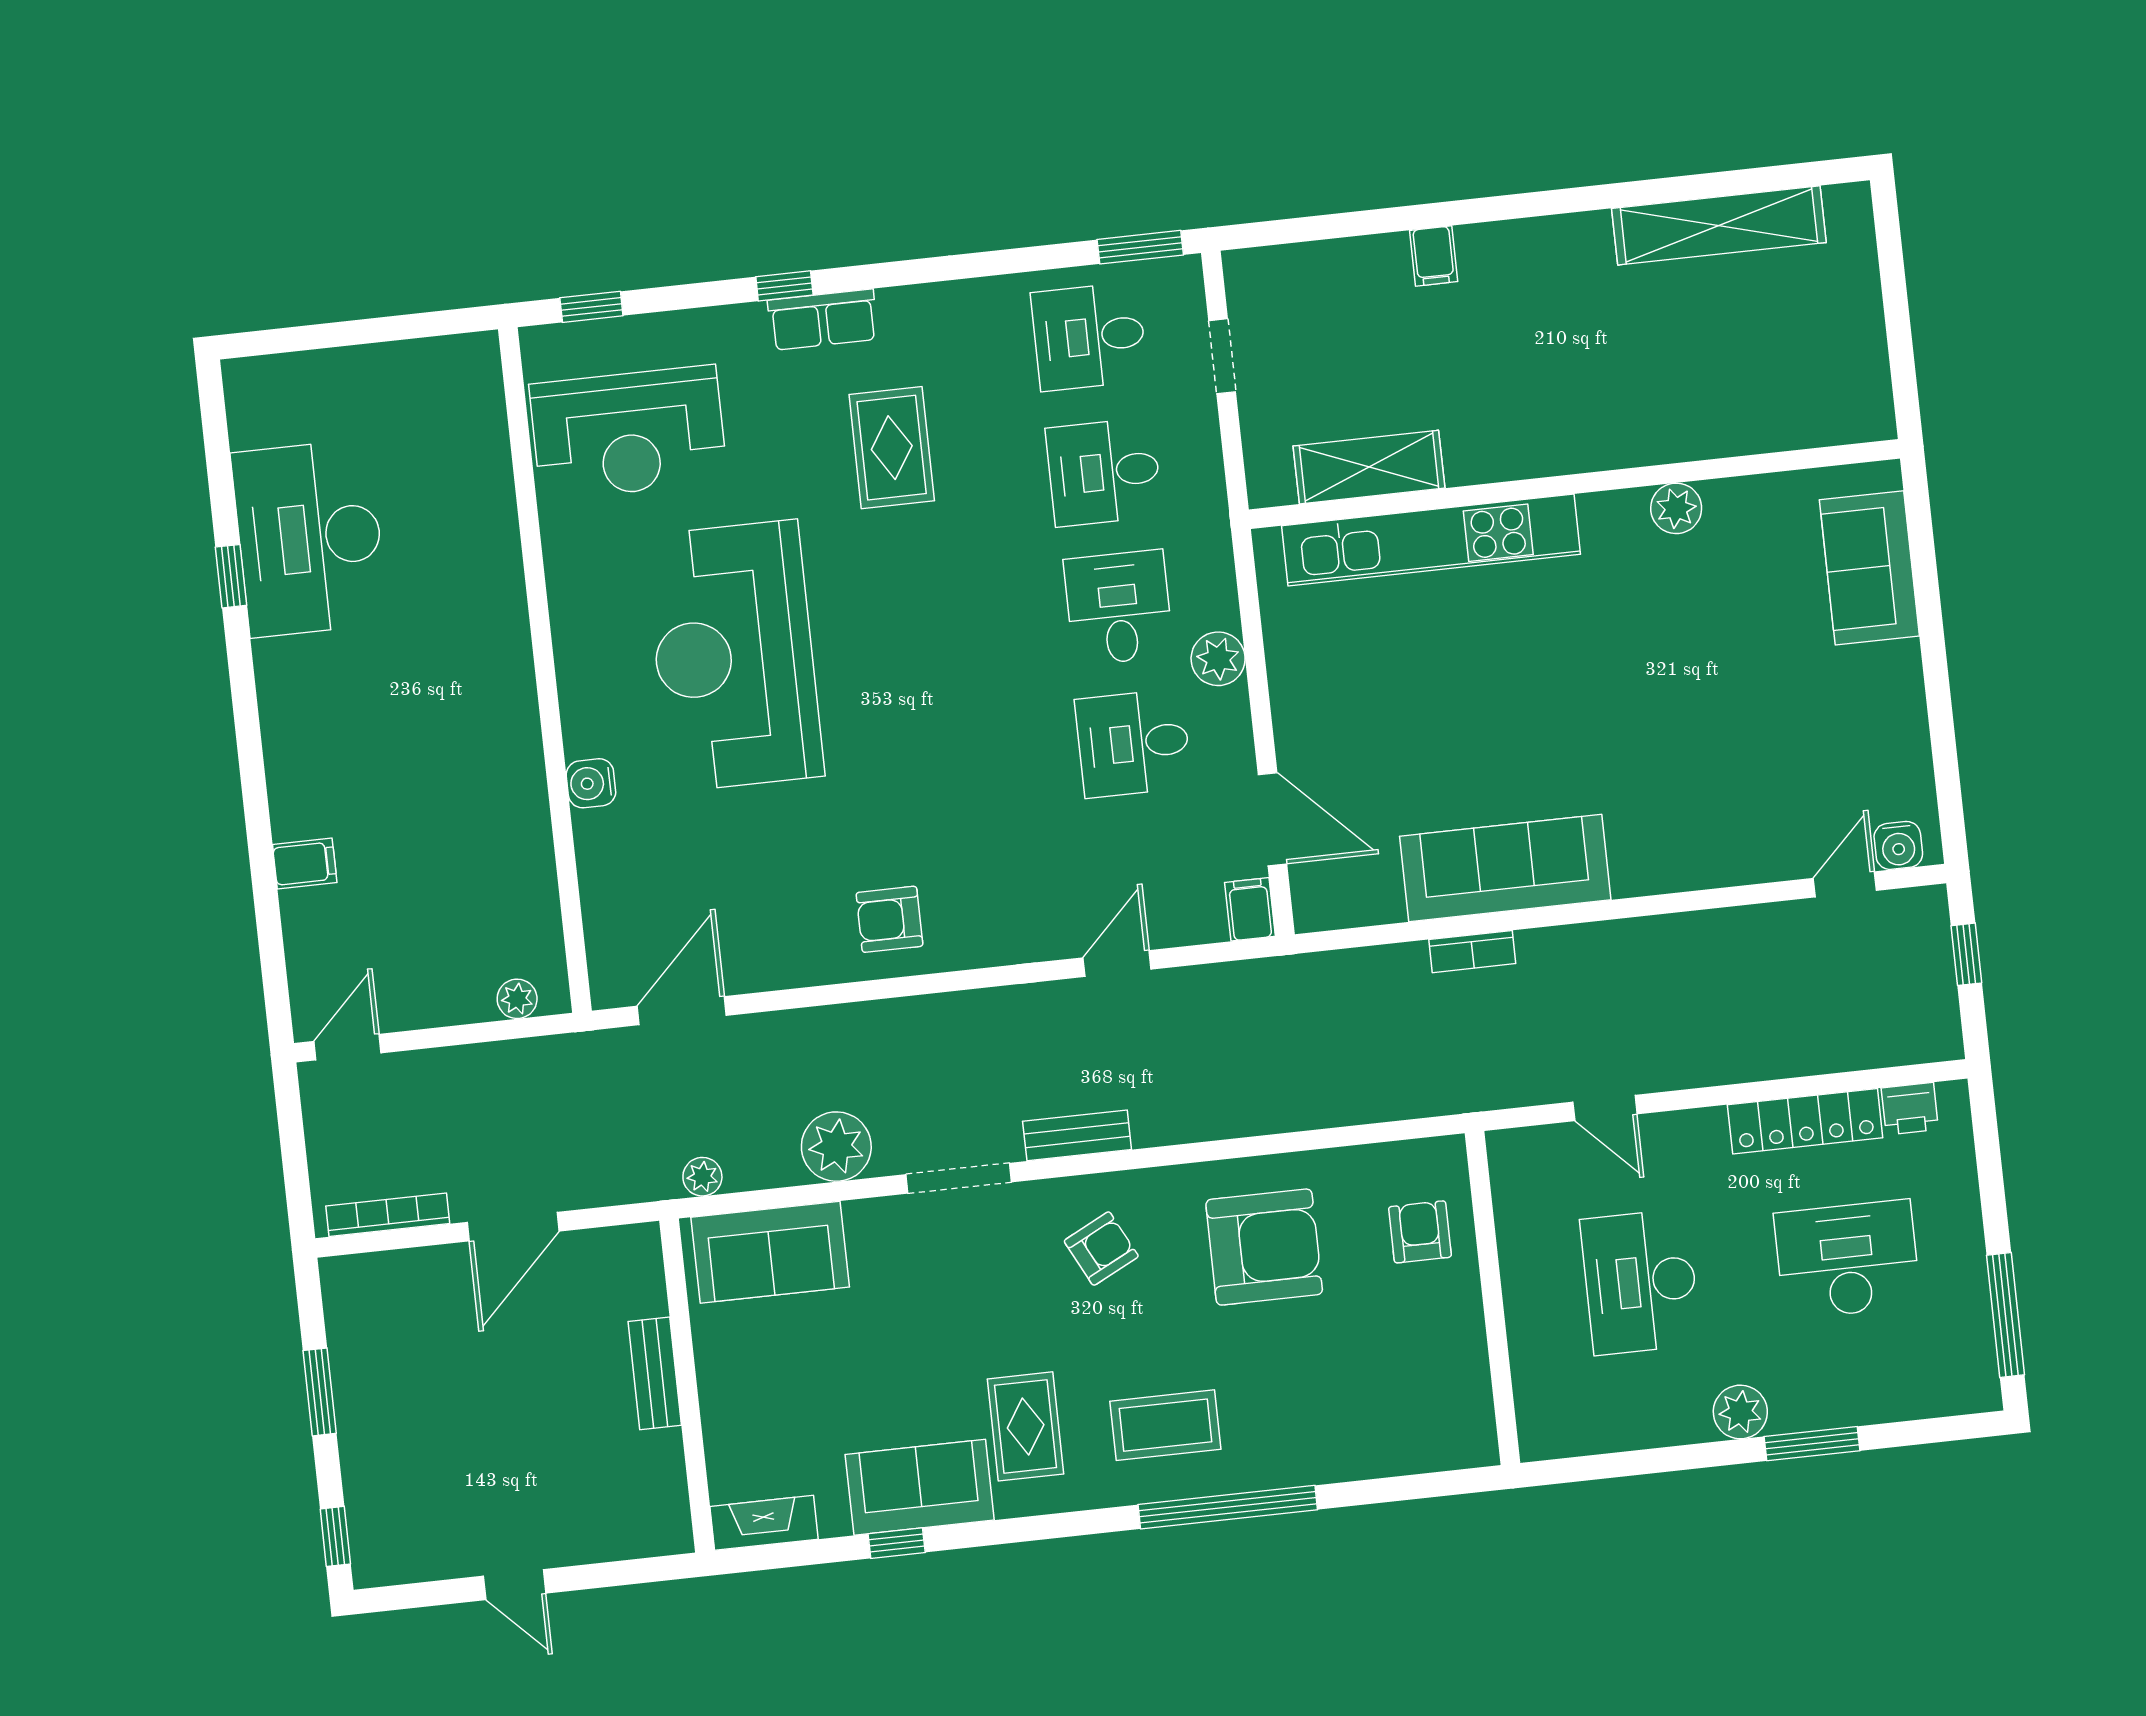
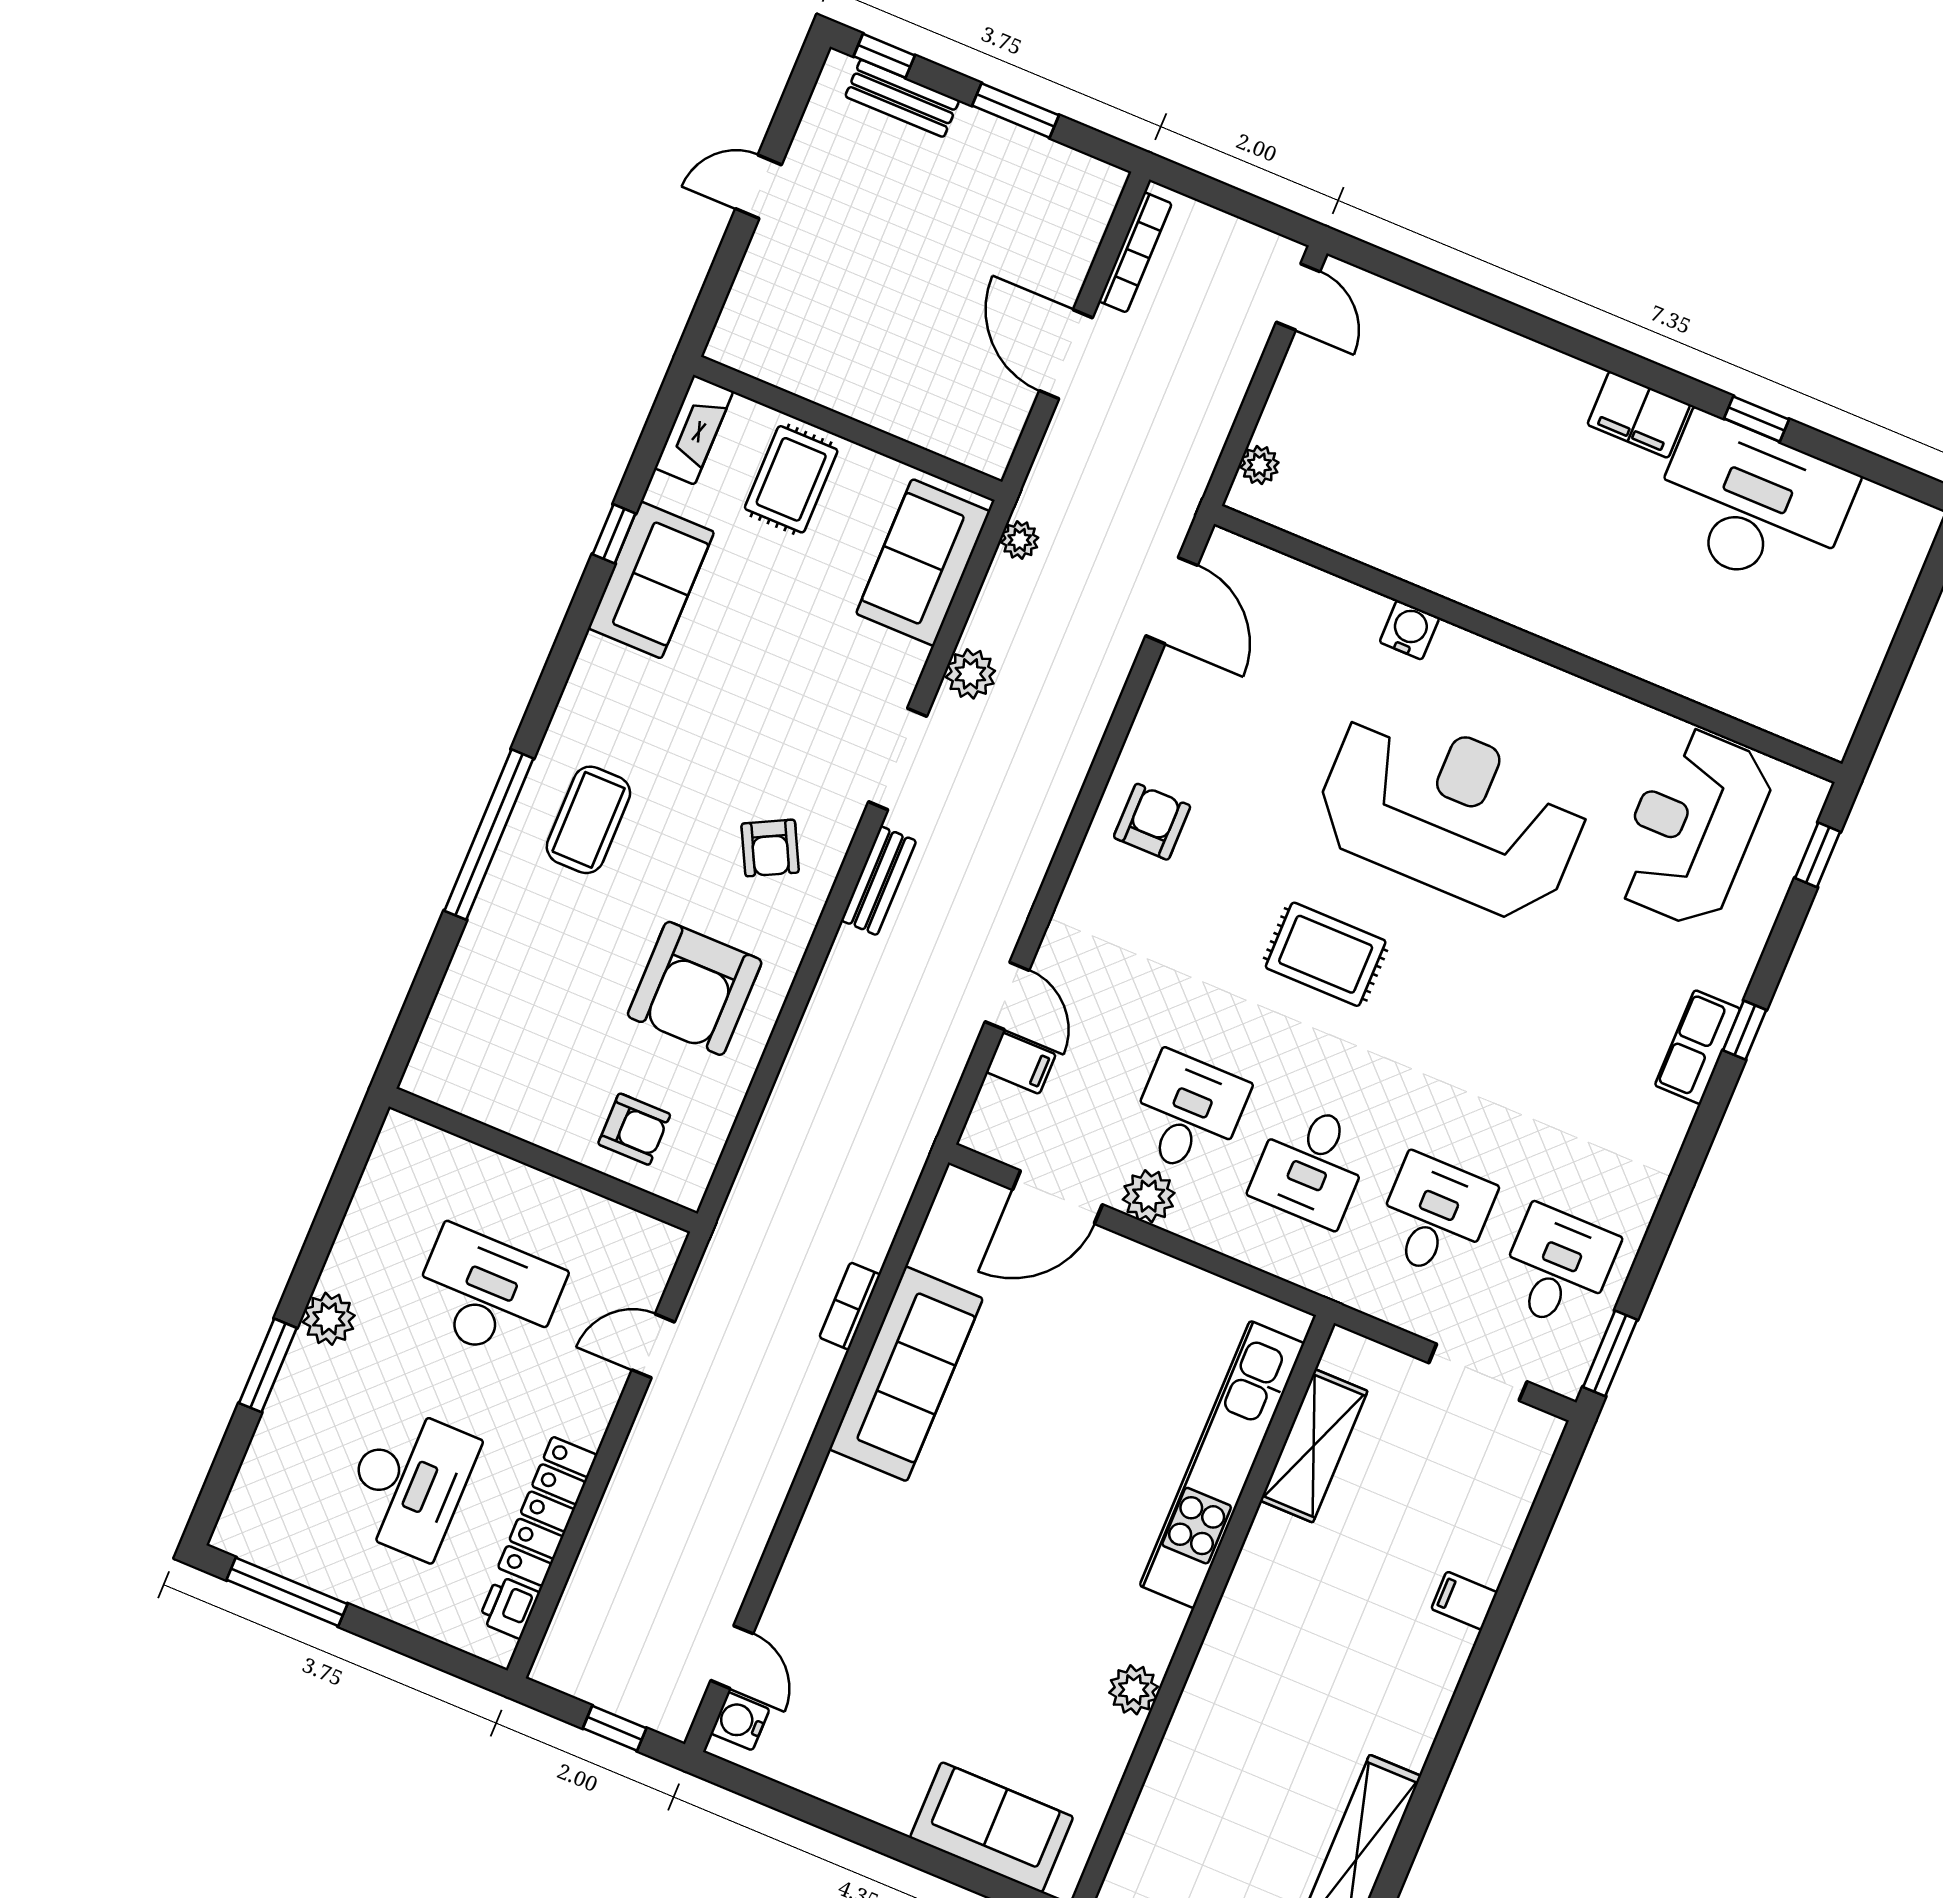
doorway: (1222, 356) -> (1478, 1372), width x1.38
rug: (892, 448) -> (1326, 954), moved
desk: (1119, 608) -> (1311, 1165), turned 90
plant: (1218, 659) -> (1149, 1196), moved
filing cabinet: (305, 863) -> (1639, 415), moved, width x2.00
filing cabinet: (1250, 909) -> (1021, 1063), moved
plant: (836, 1147) -> (970, 674), width x0.73, depth x0.73
bench: (655, 1373) -> (902, 98), moved
rug: (1026, 1426) -> (791, 479), moved, turned 90

